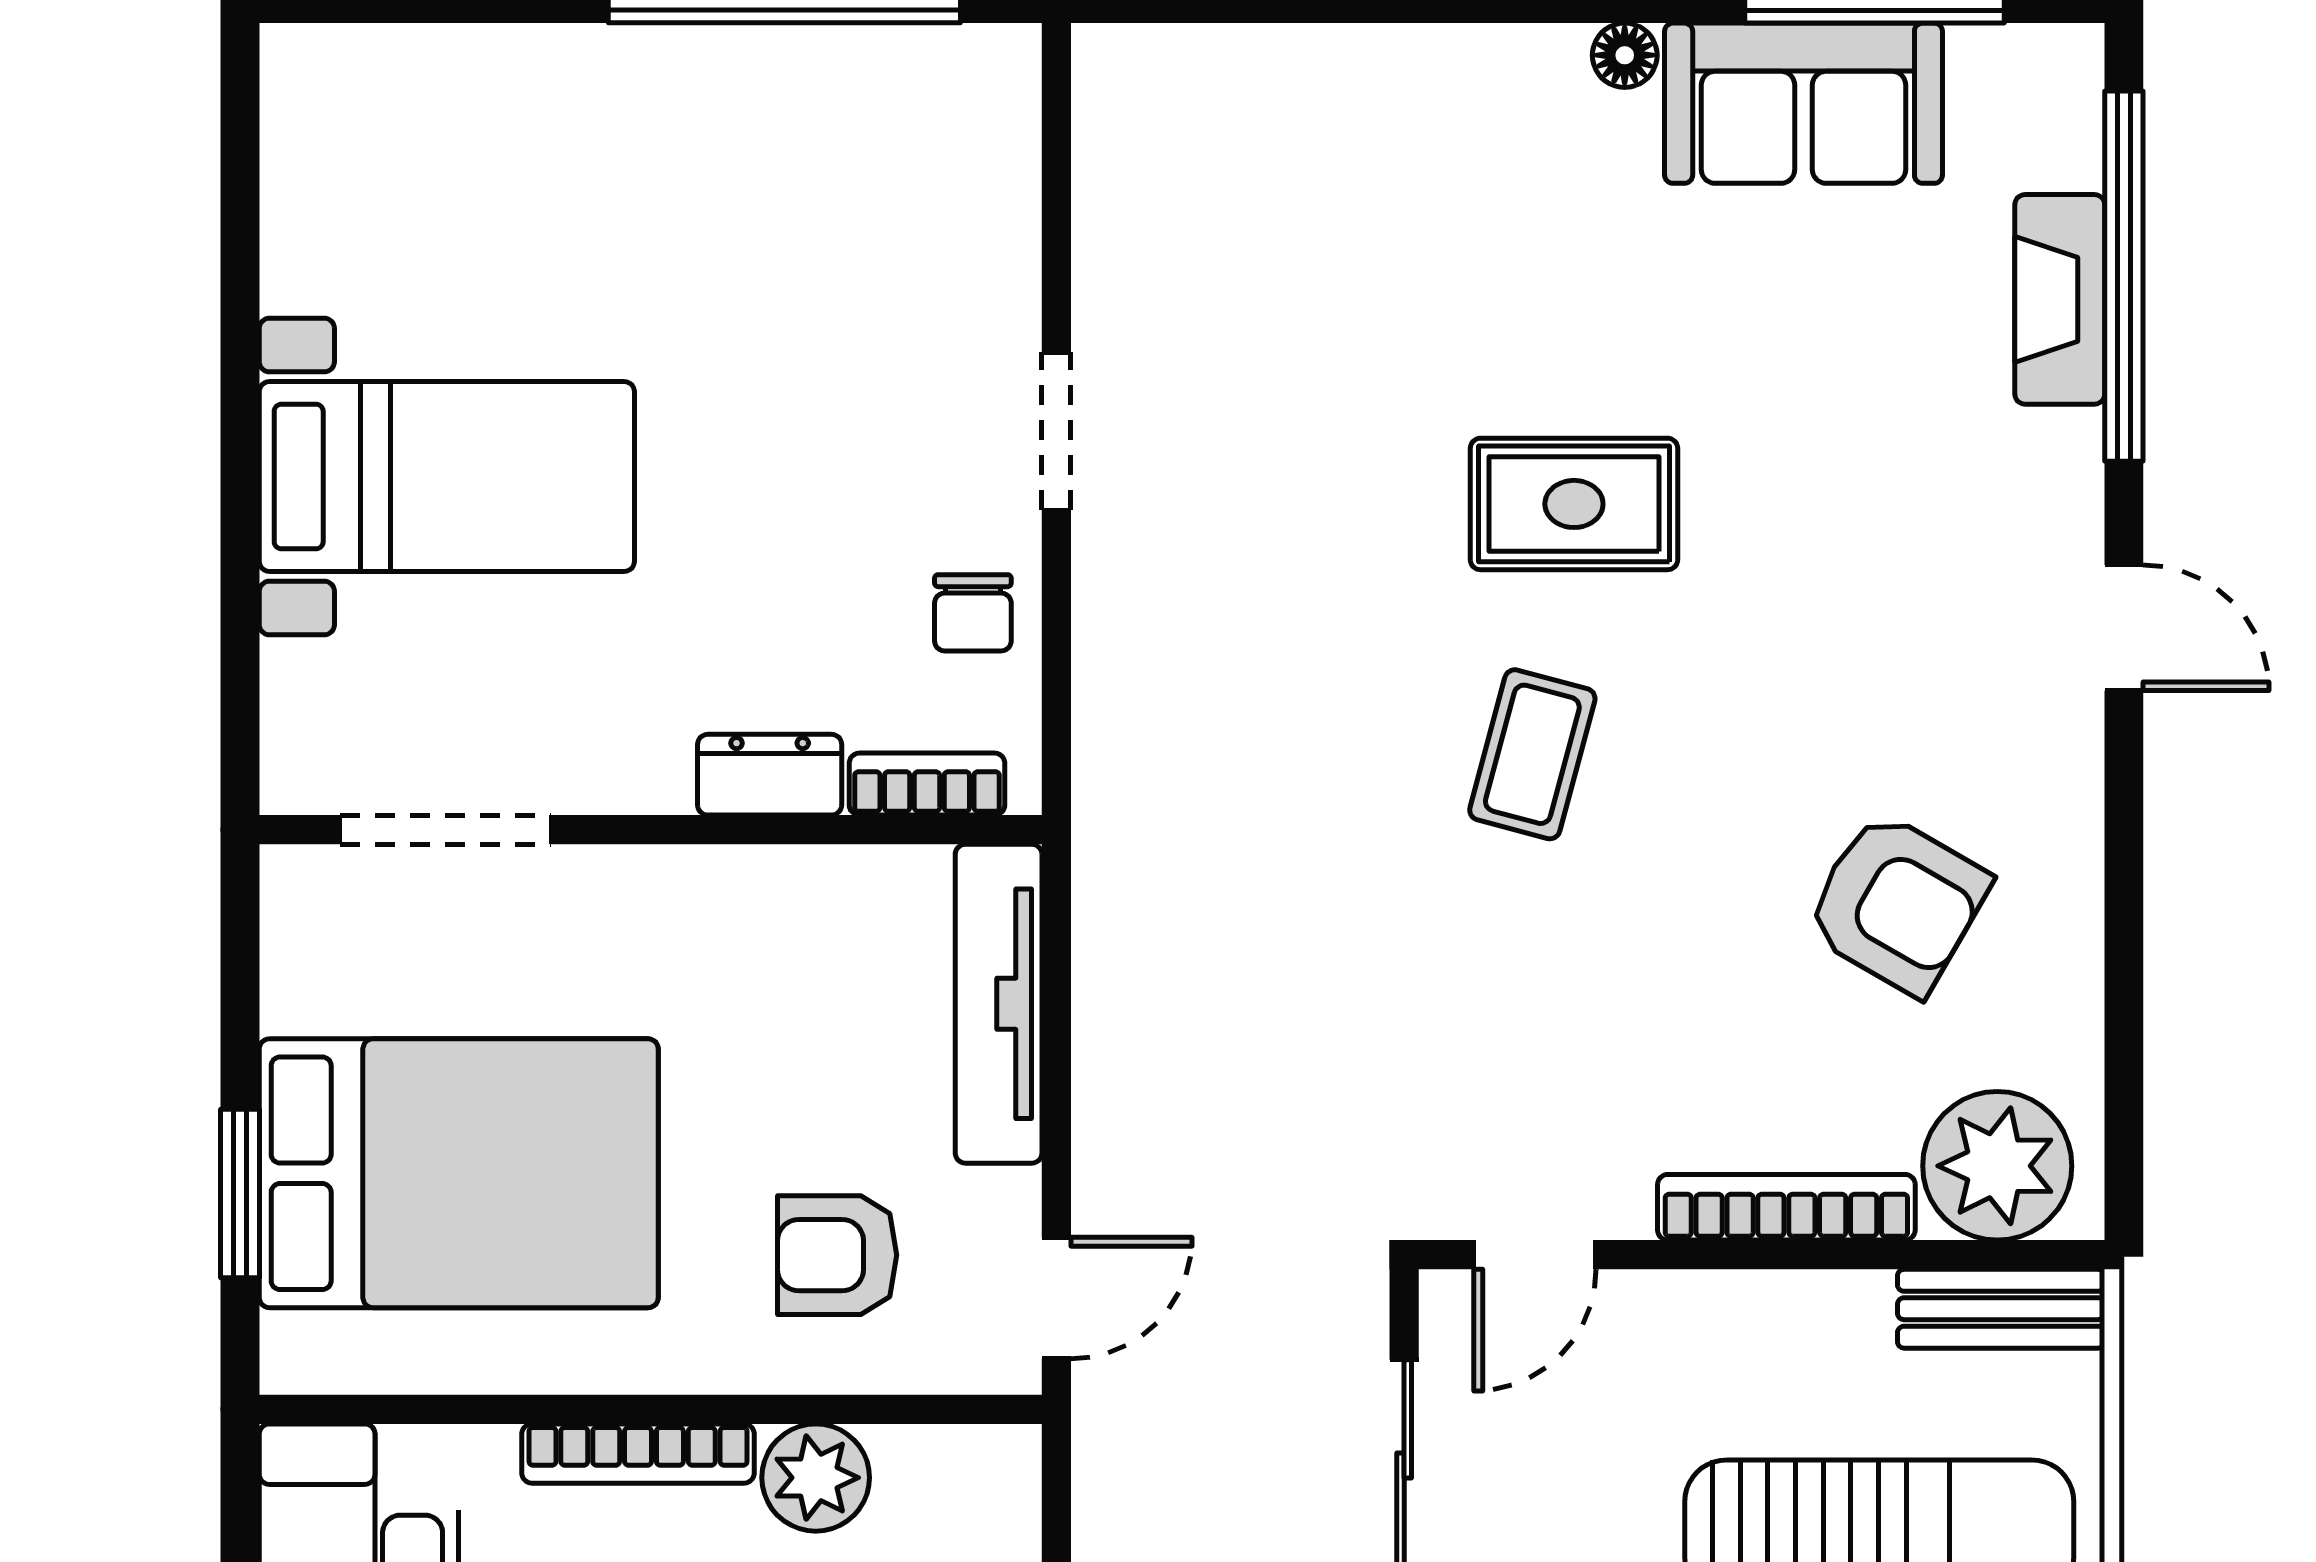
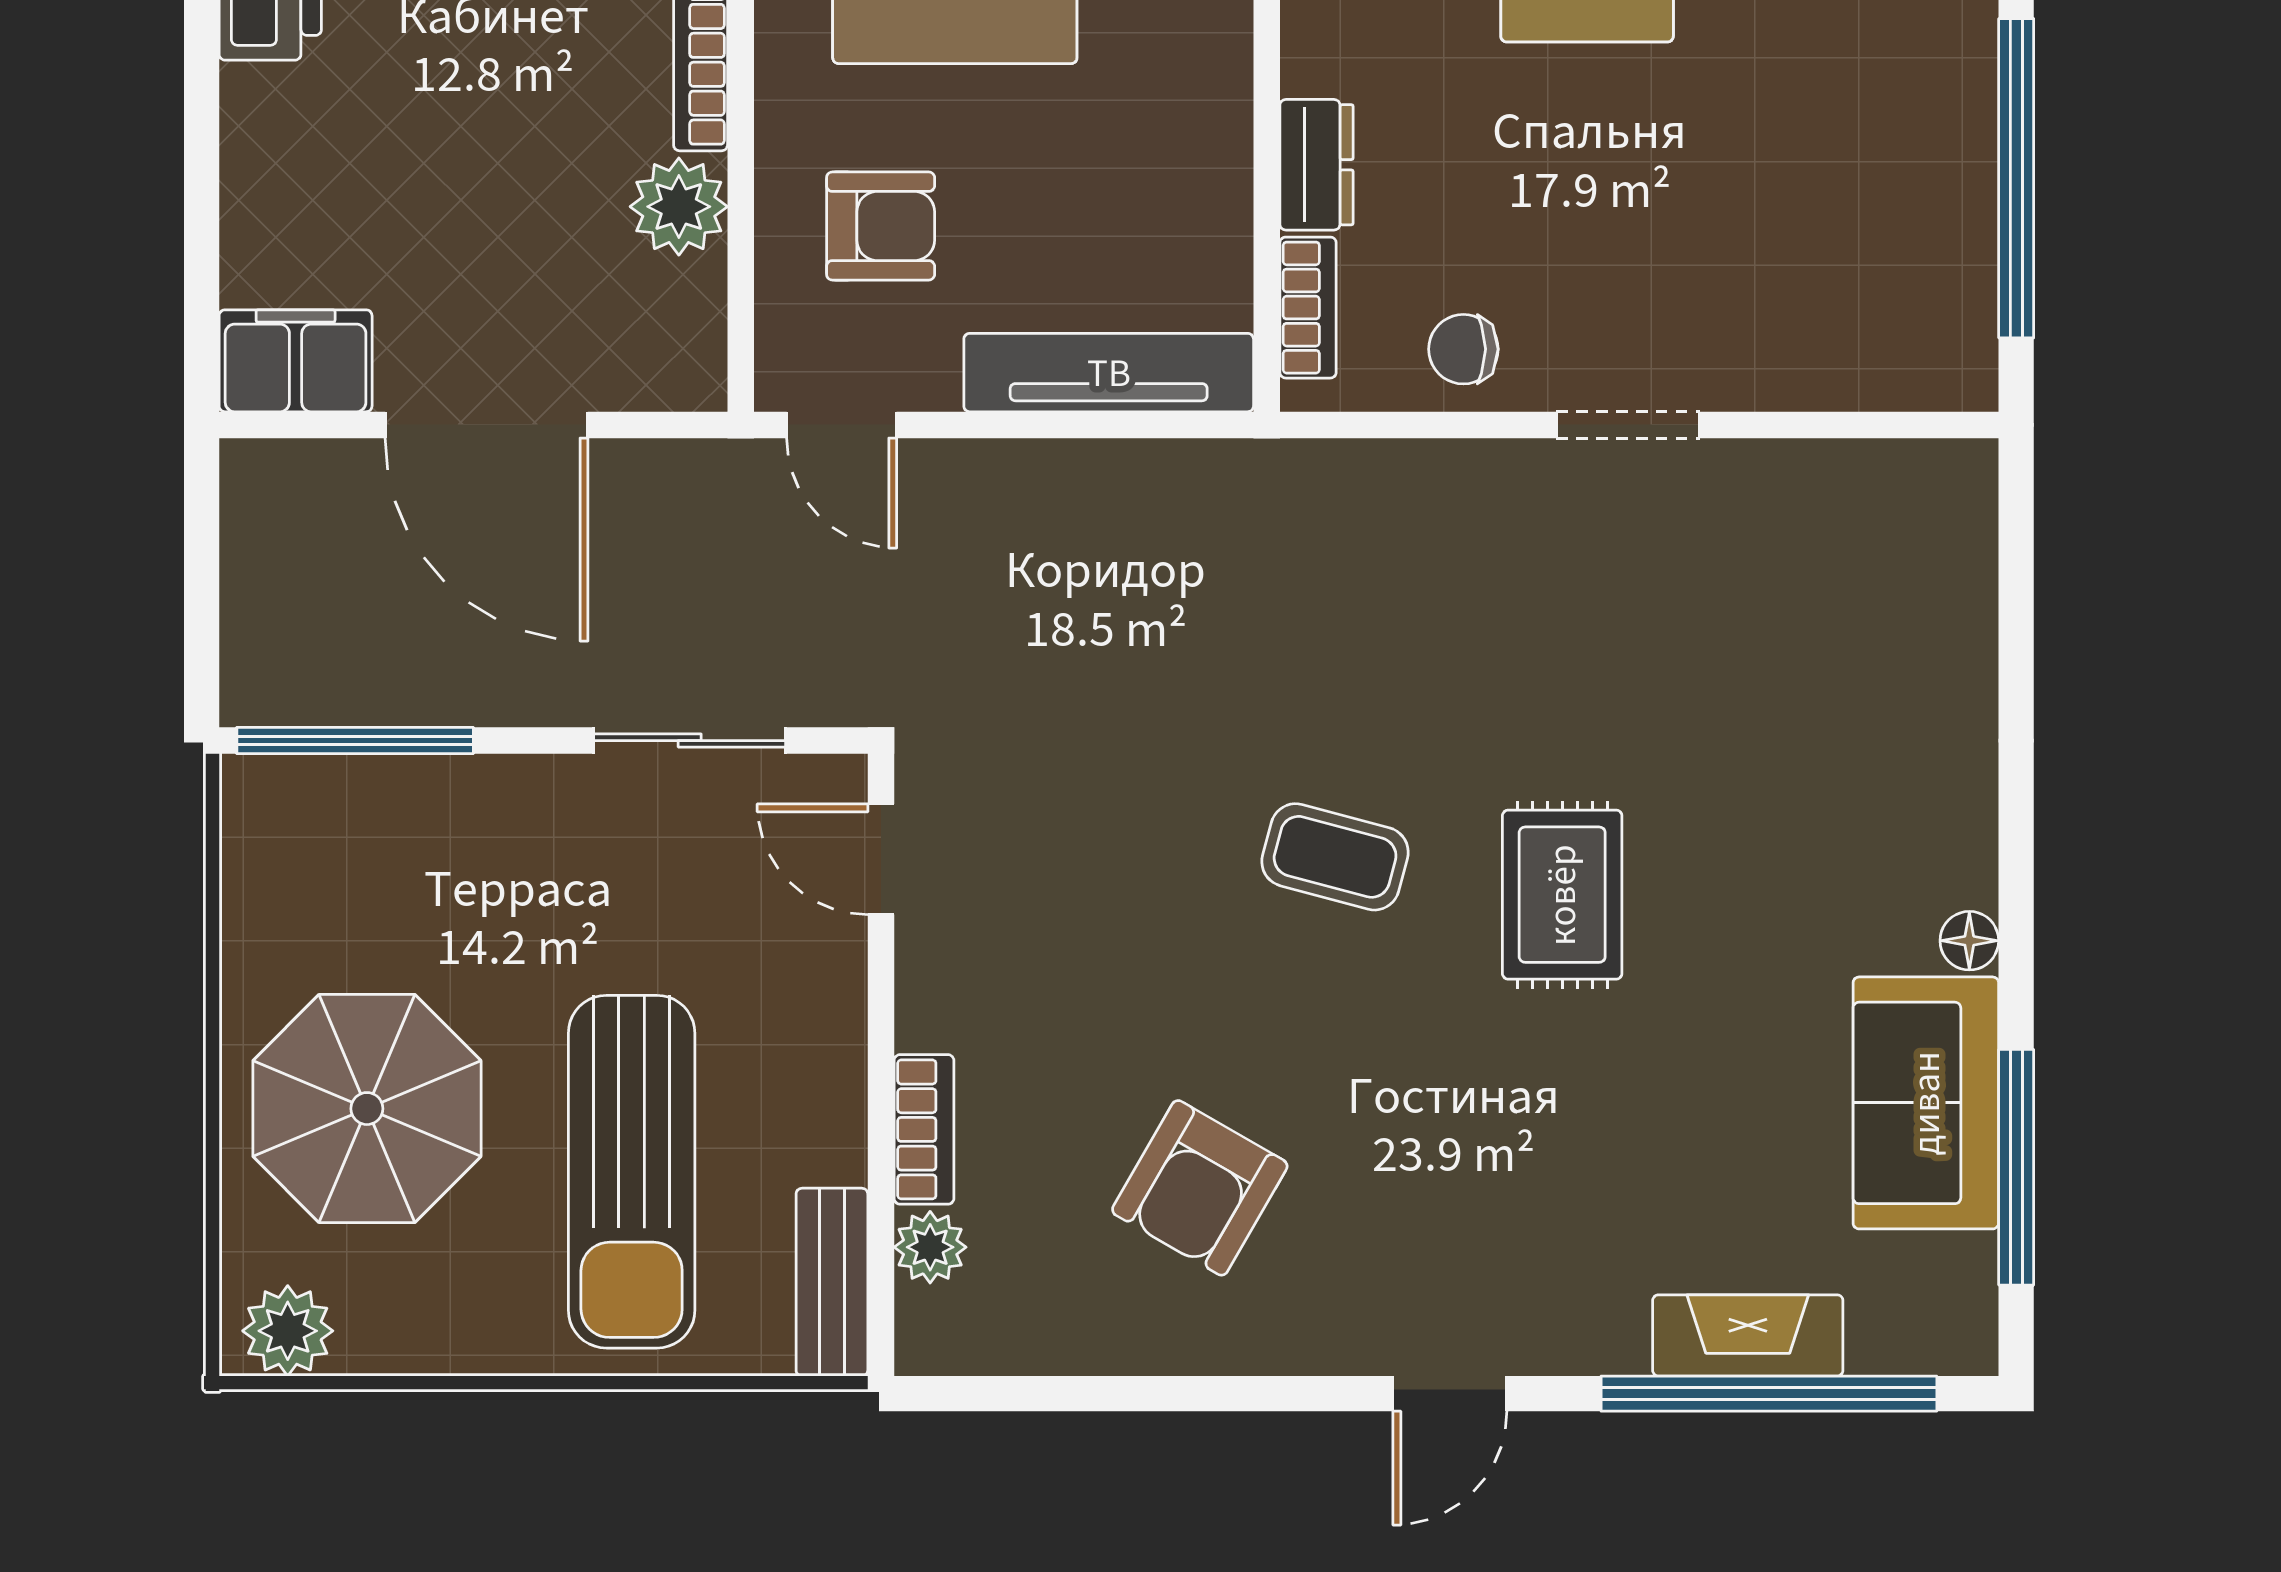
plant: (1997, 1166) -> (930, 1247), width x0.53, depth x0.53
bookcase: (1786, 1207) -> (924, 1129), width x0.64
armchair: (837, 1255) -> (881, 226), turned 90

